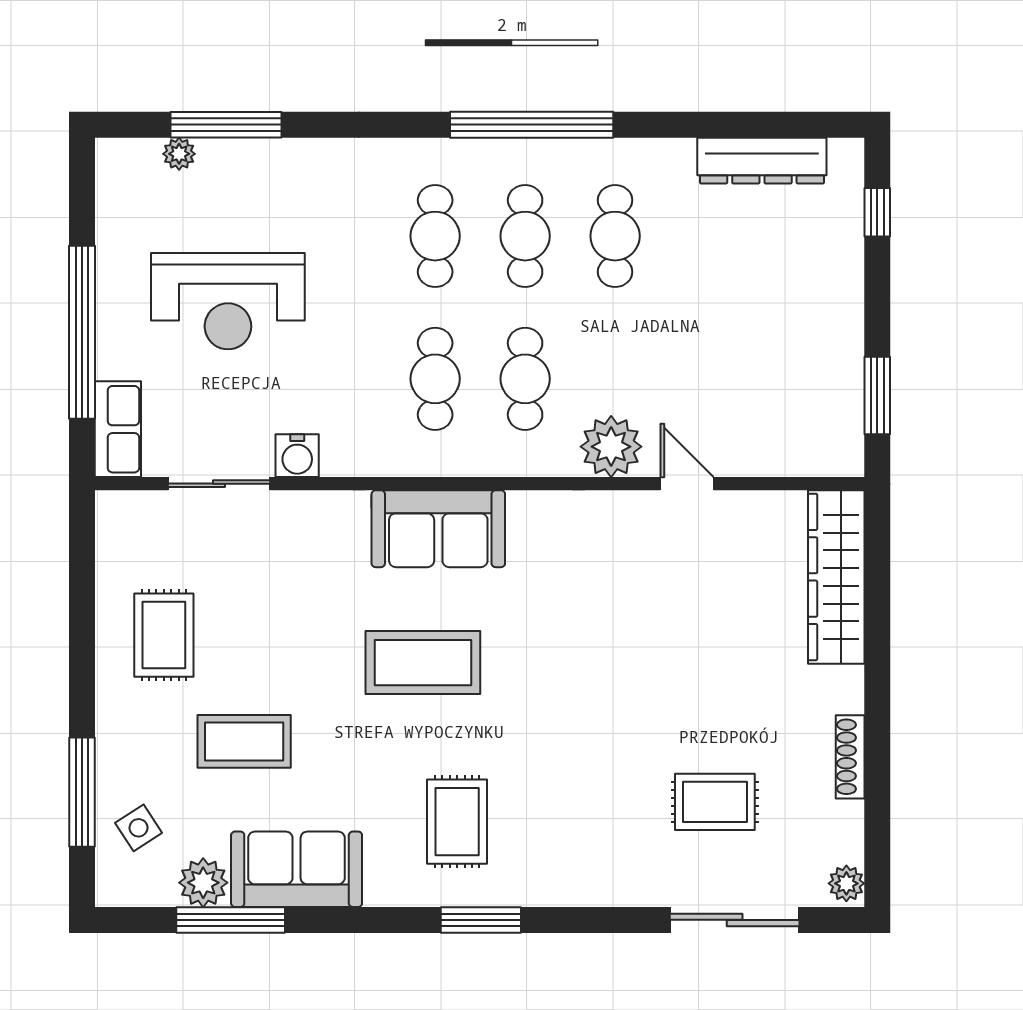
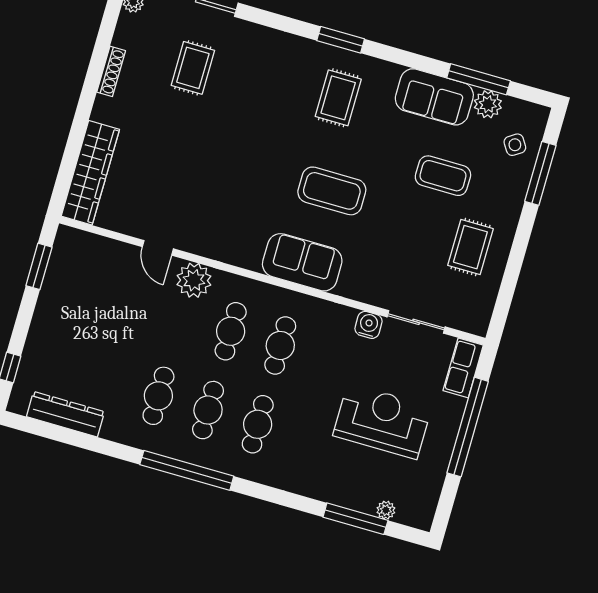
rug: (715, 802) -> (193, 68), turned 90

